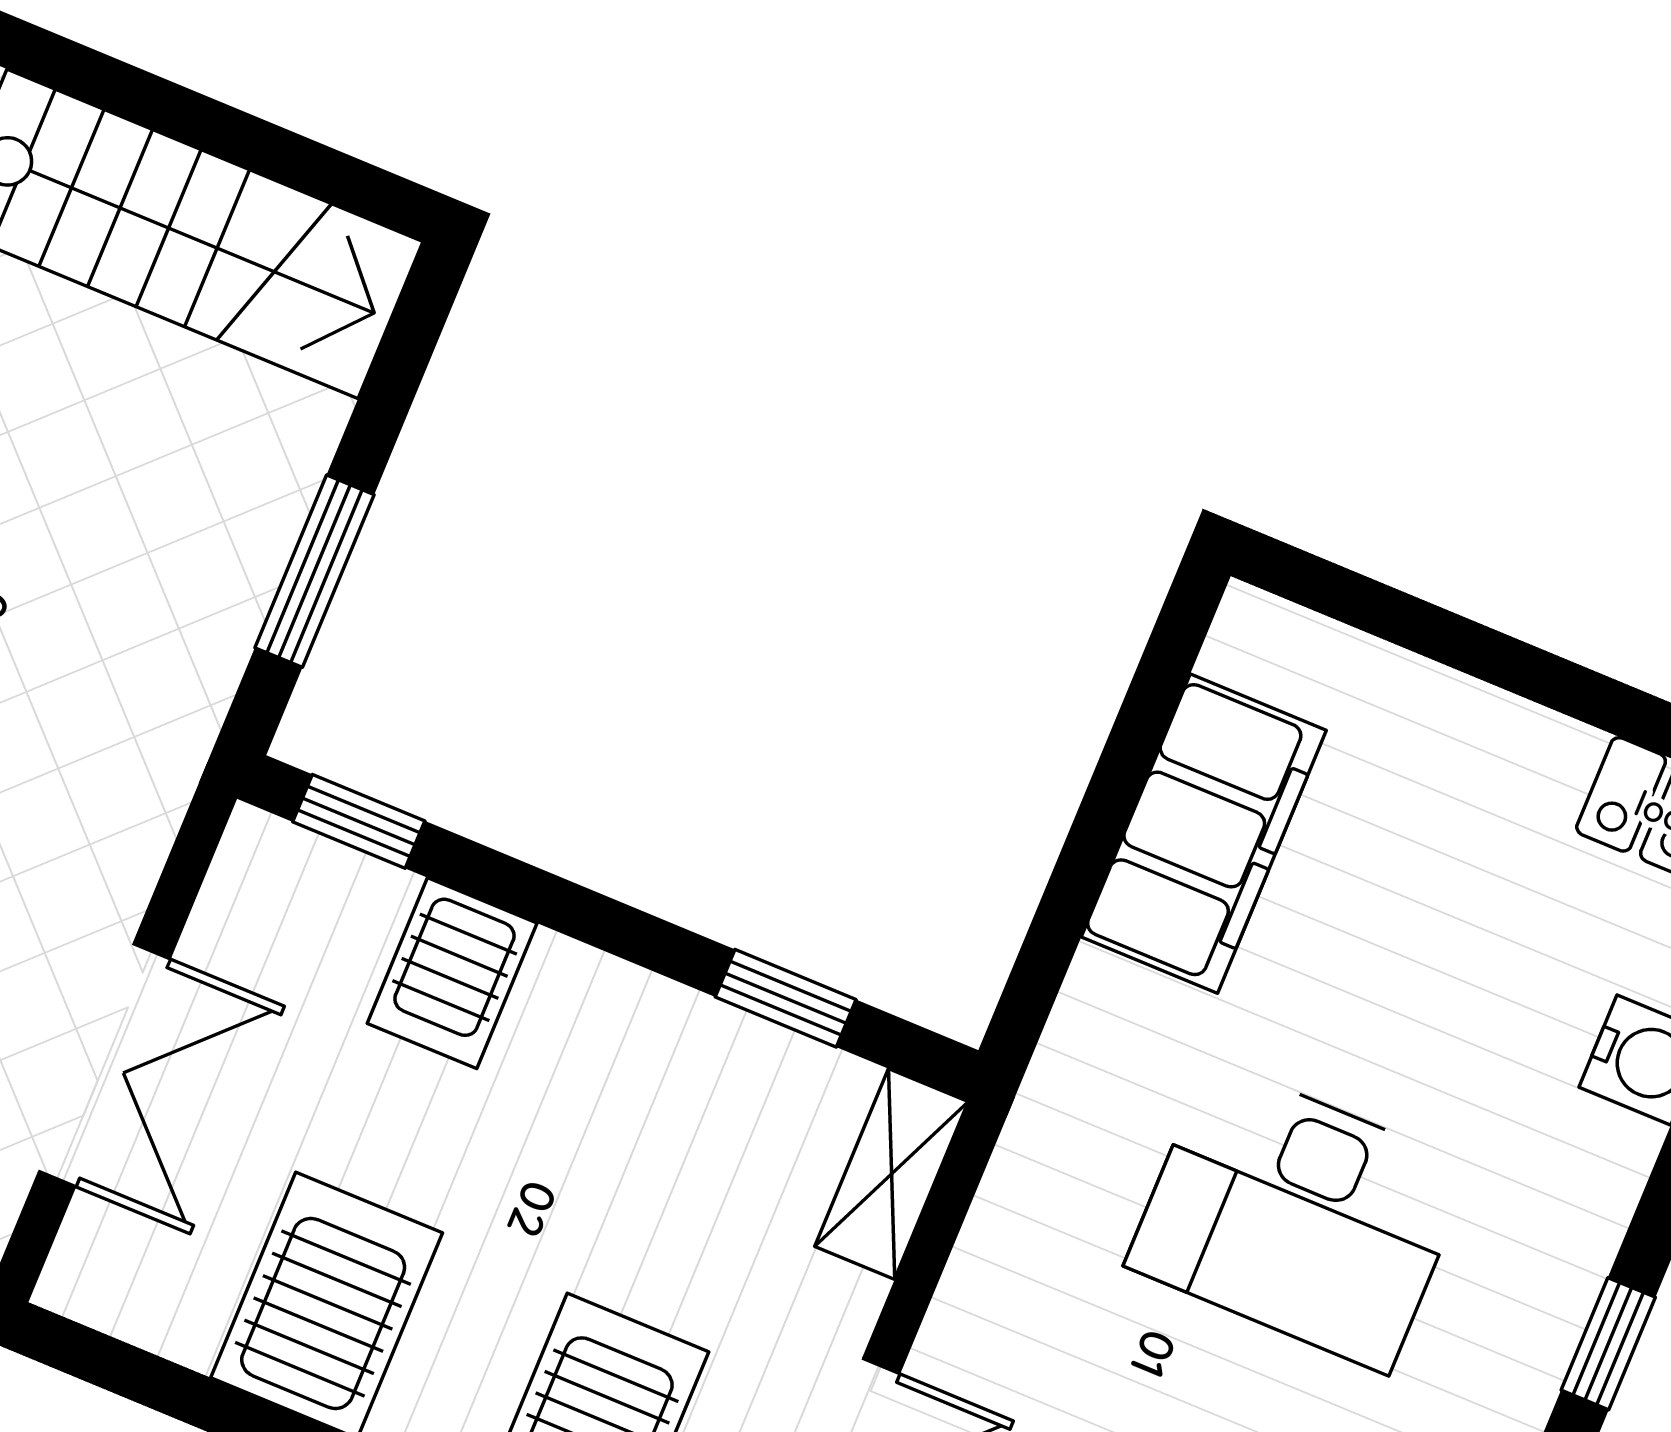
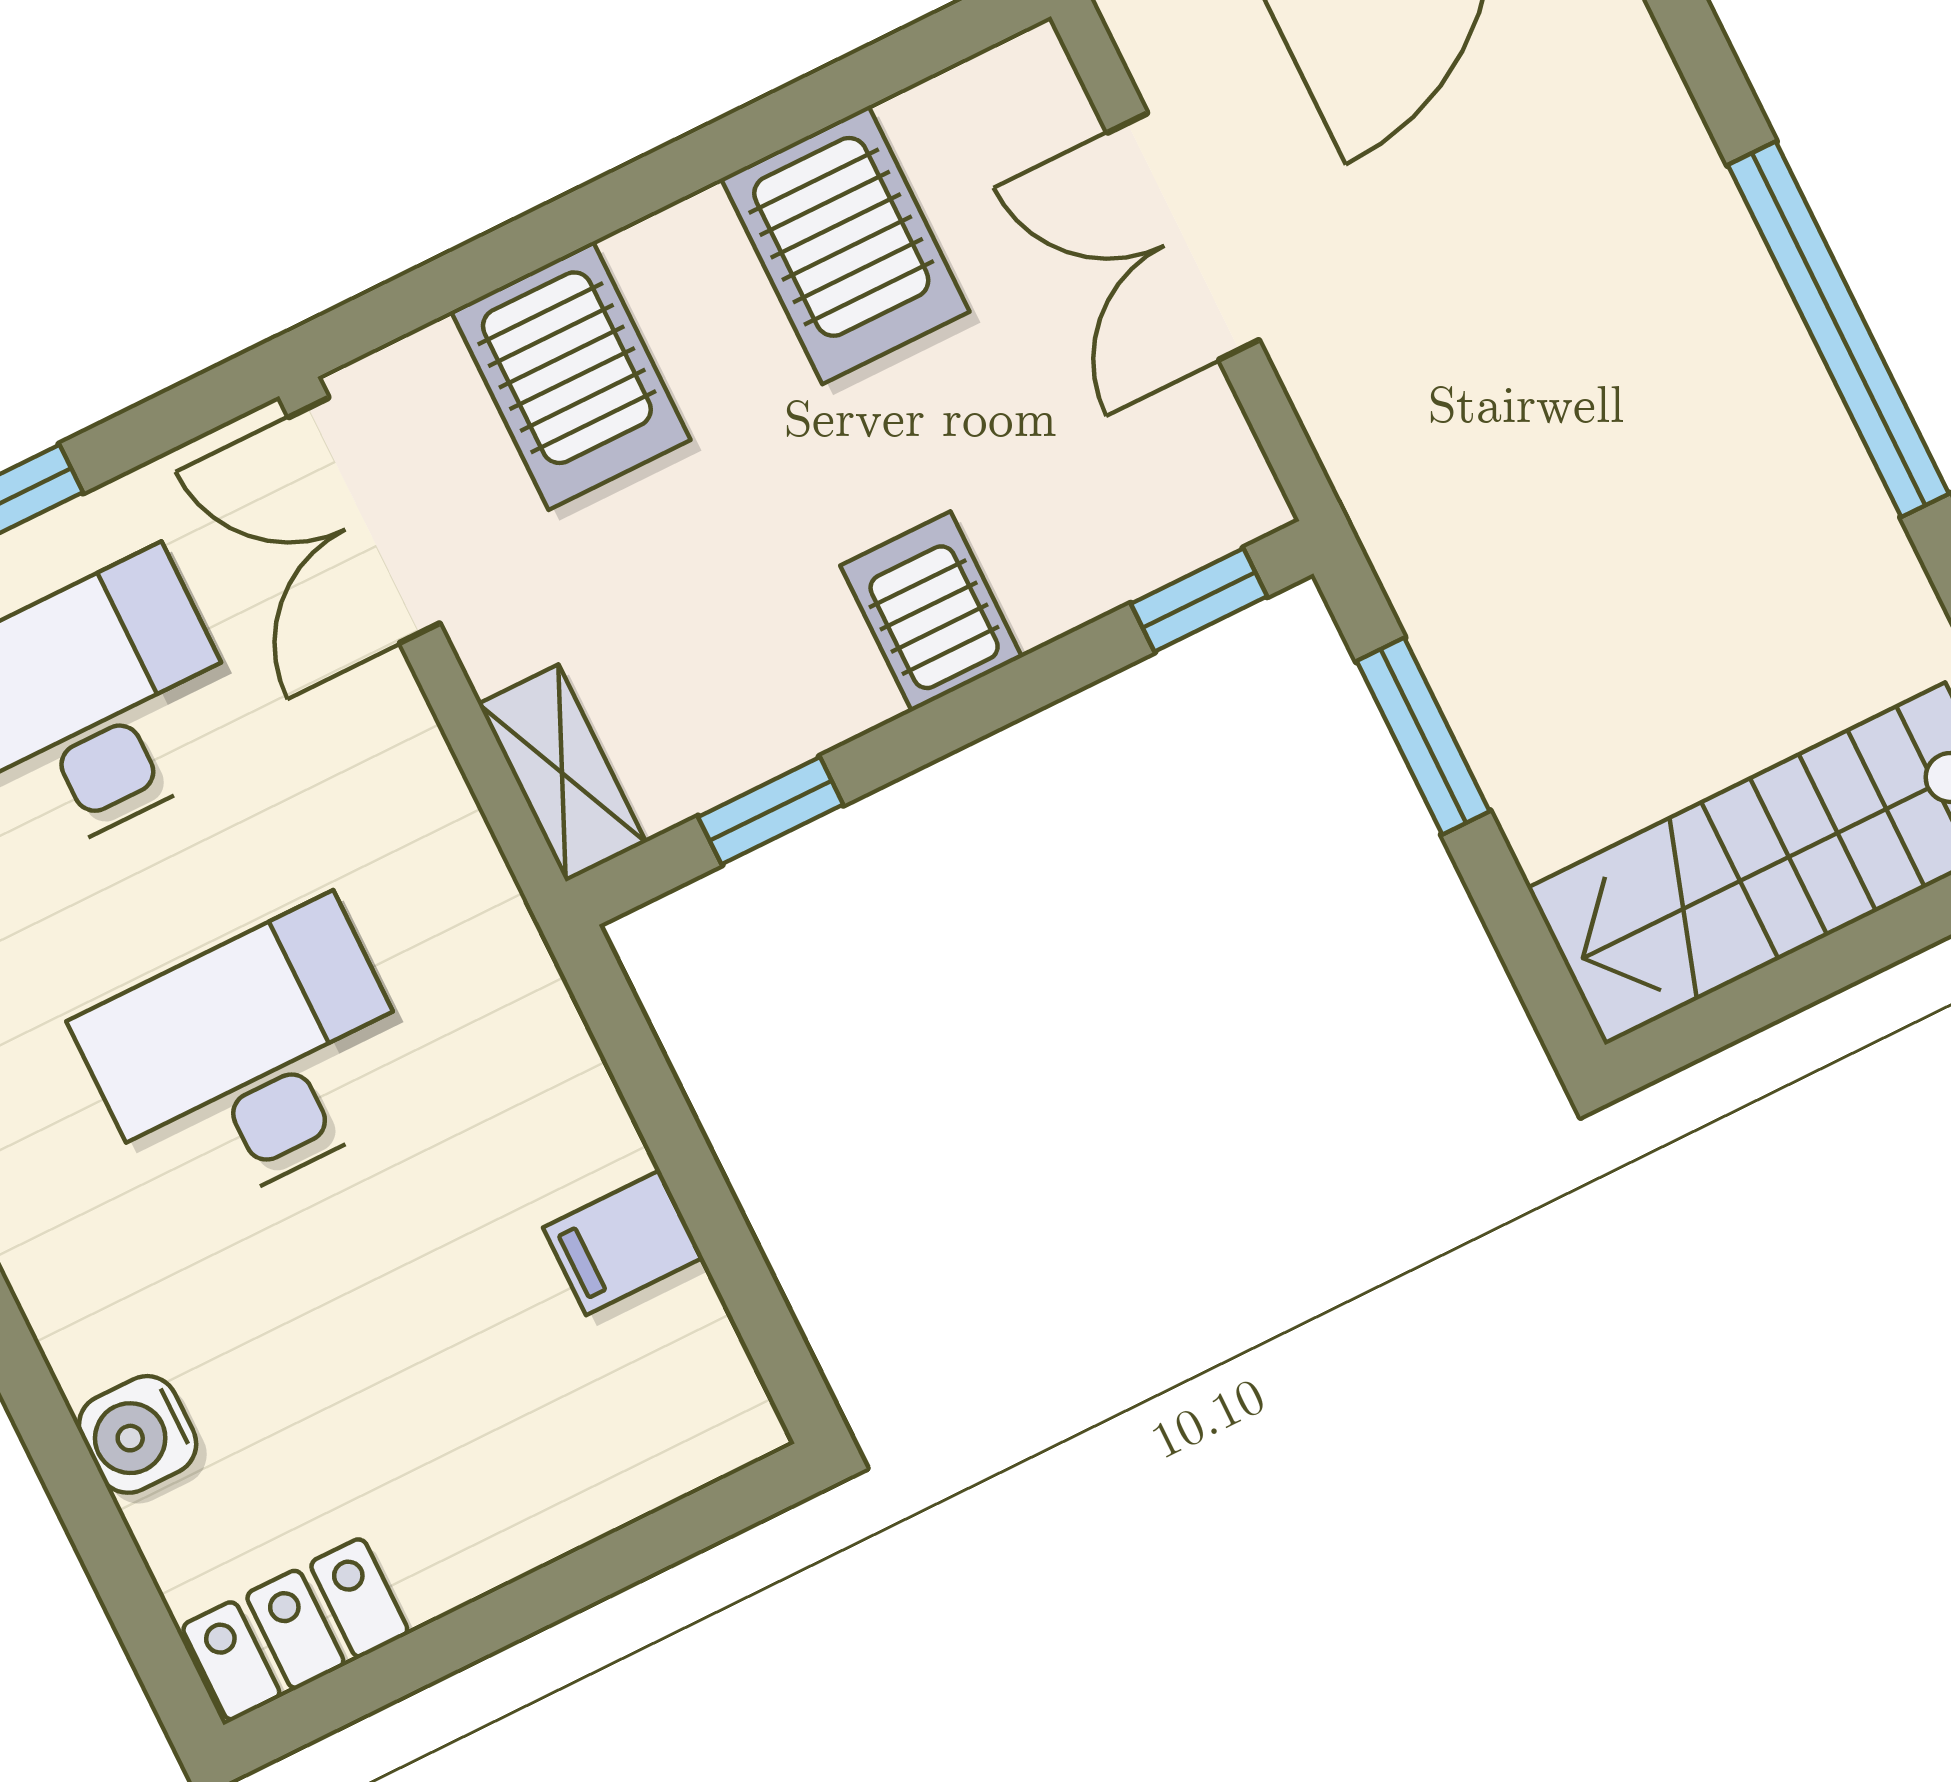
filing cabinet: (1204, 834) -> (623, 1243), width x0.33, depth x0.86
server rack: (452, 973) -> (931, 611), moved

